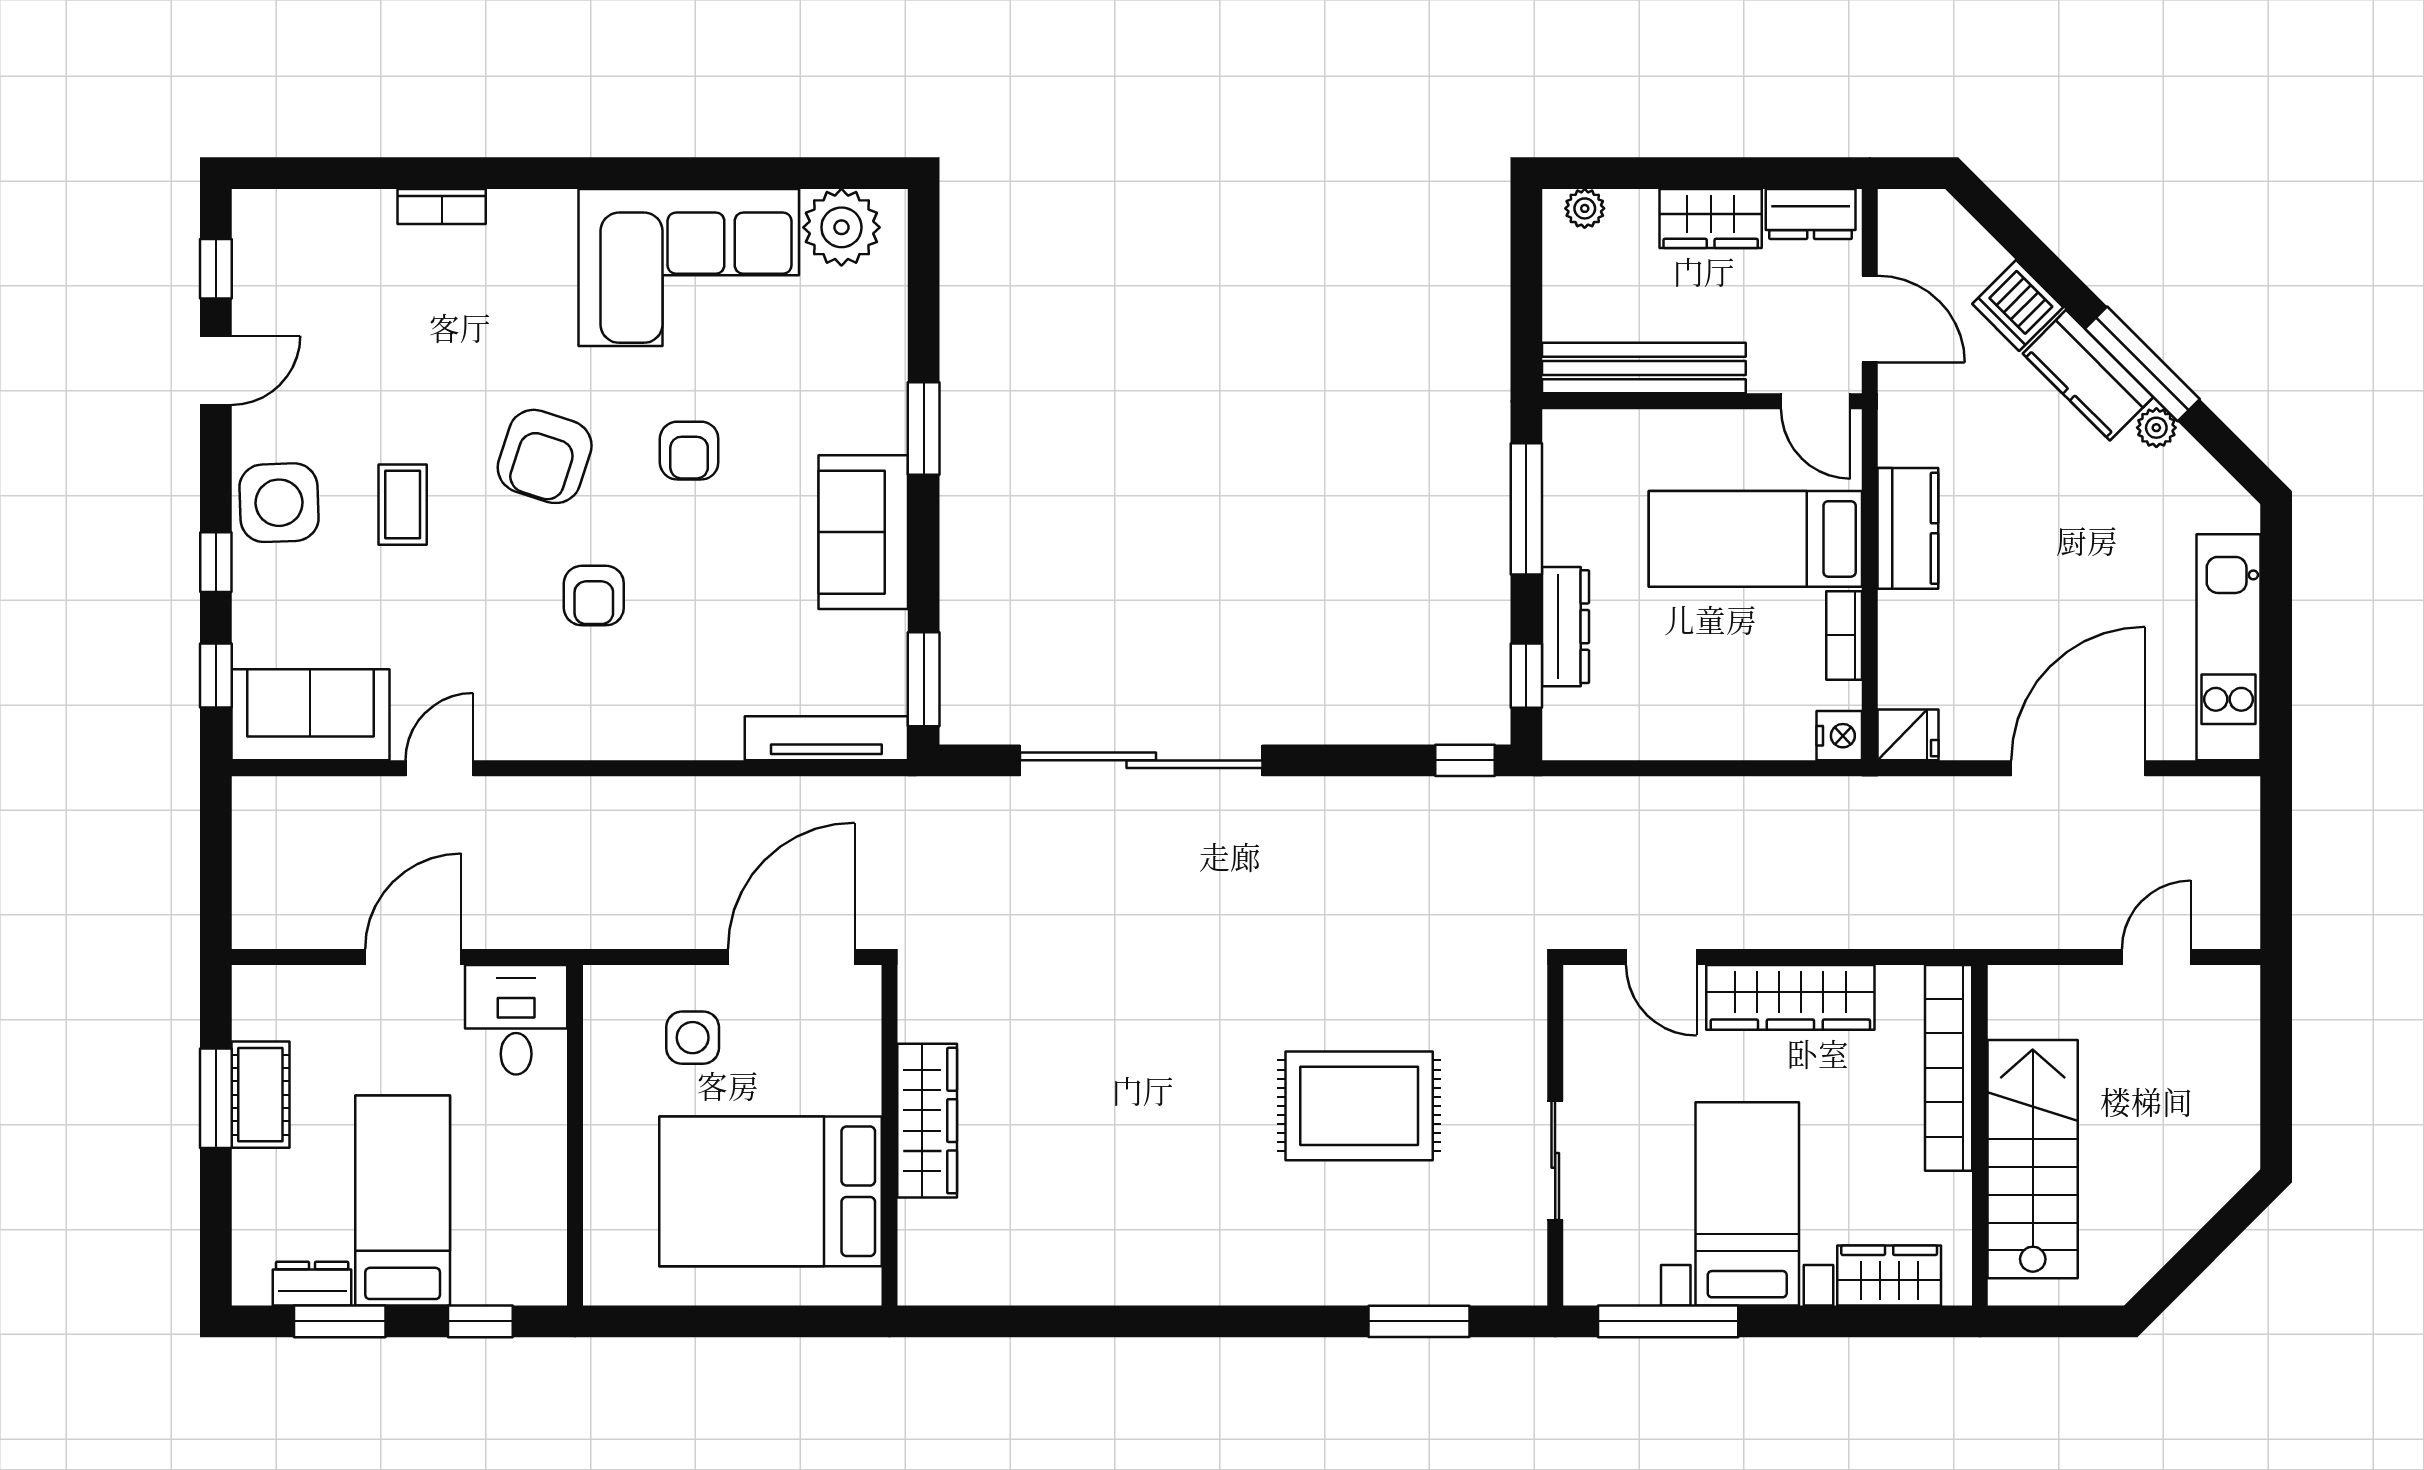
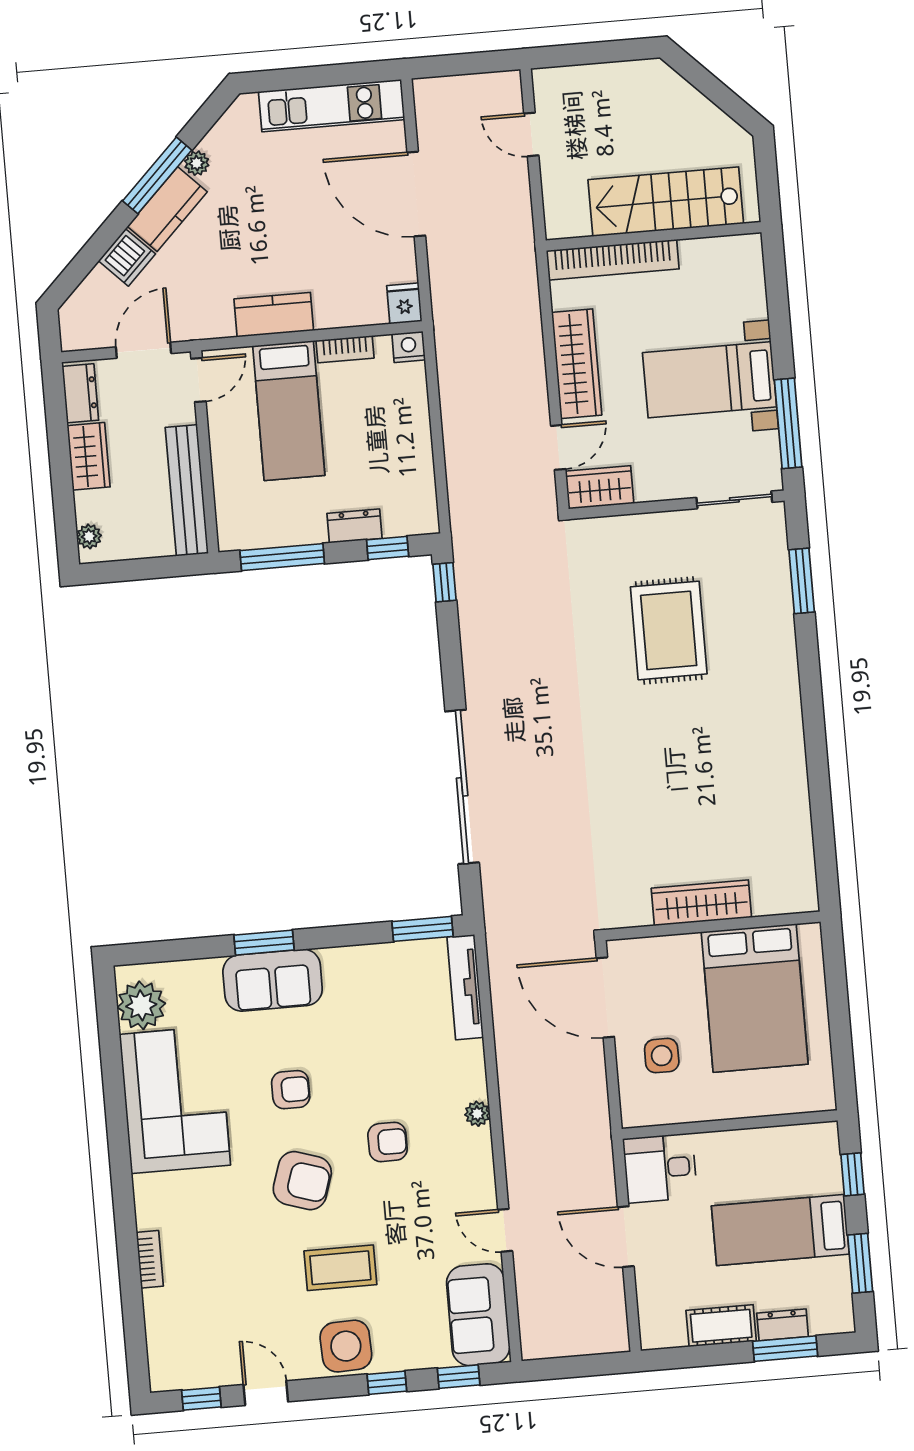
coffee table: (403, 505) -> (340, 1268), width x1.36, depth x1.30
sofa: (863, 532) -> (273, 980), moved
dresser: (1566, 627) -> (355, 526), width x0.70
plant: (626, 740) -> (477, 1114), added
window: (216, 1098) -> (785, 1349), moved
sliding door: (1555, 1160) -> (734, 500), moved
wardrobe: (1889, 1276) -> (600, 487), moved, turned 90
dresser: (312, 1284) -> (783, 1325), moved, turned 90

